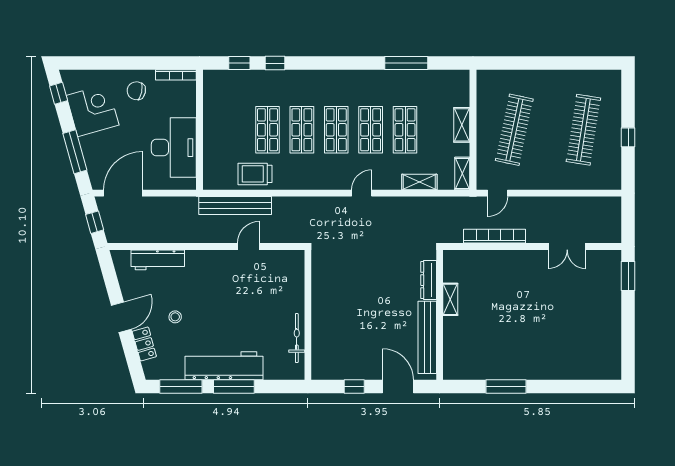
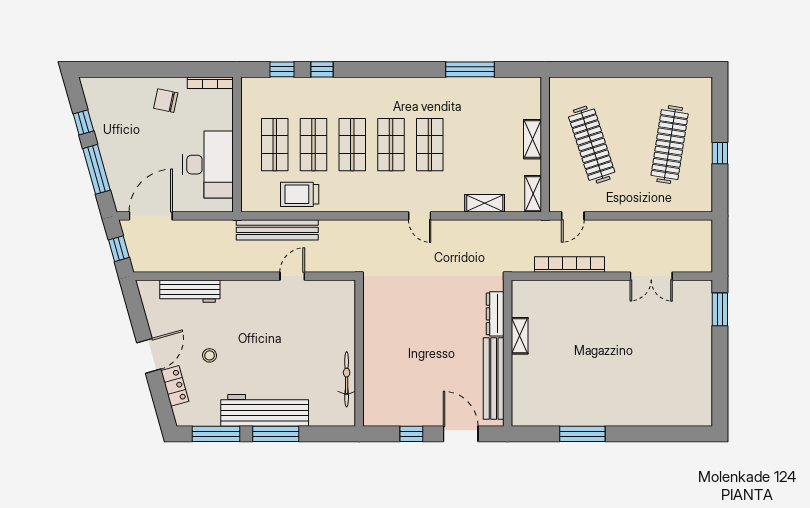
window: (59, 93) -> (83, 122), moved
corner desk: (93, 110) -> (116, 123), removed
shop shelf: (405, 130) -> (275, 145), moved
clothes rail: (514, 130) -> (592, 145), turned -30
door: (362, 193) -> (420, 216), swing flipped

